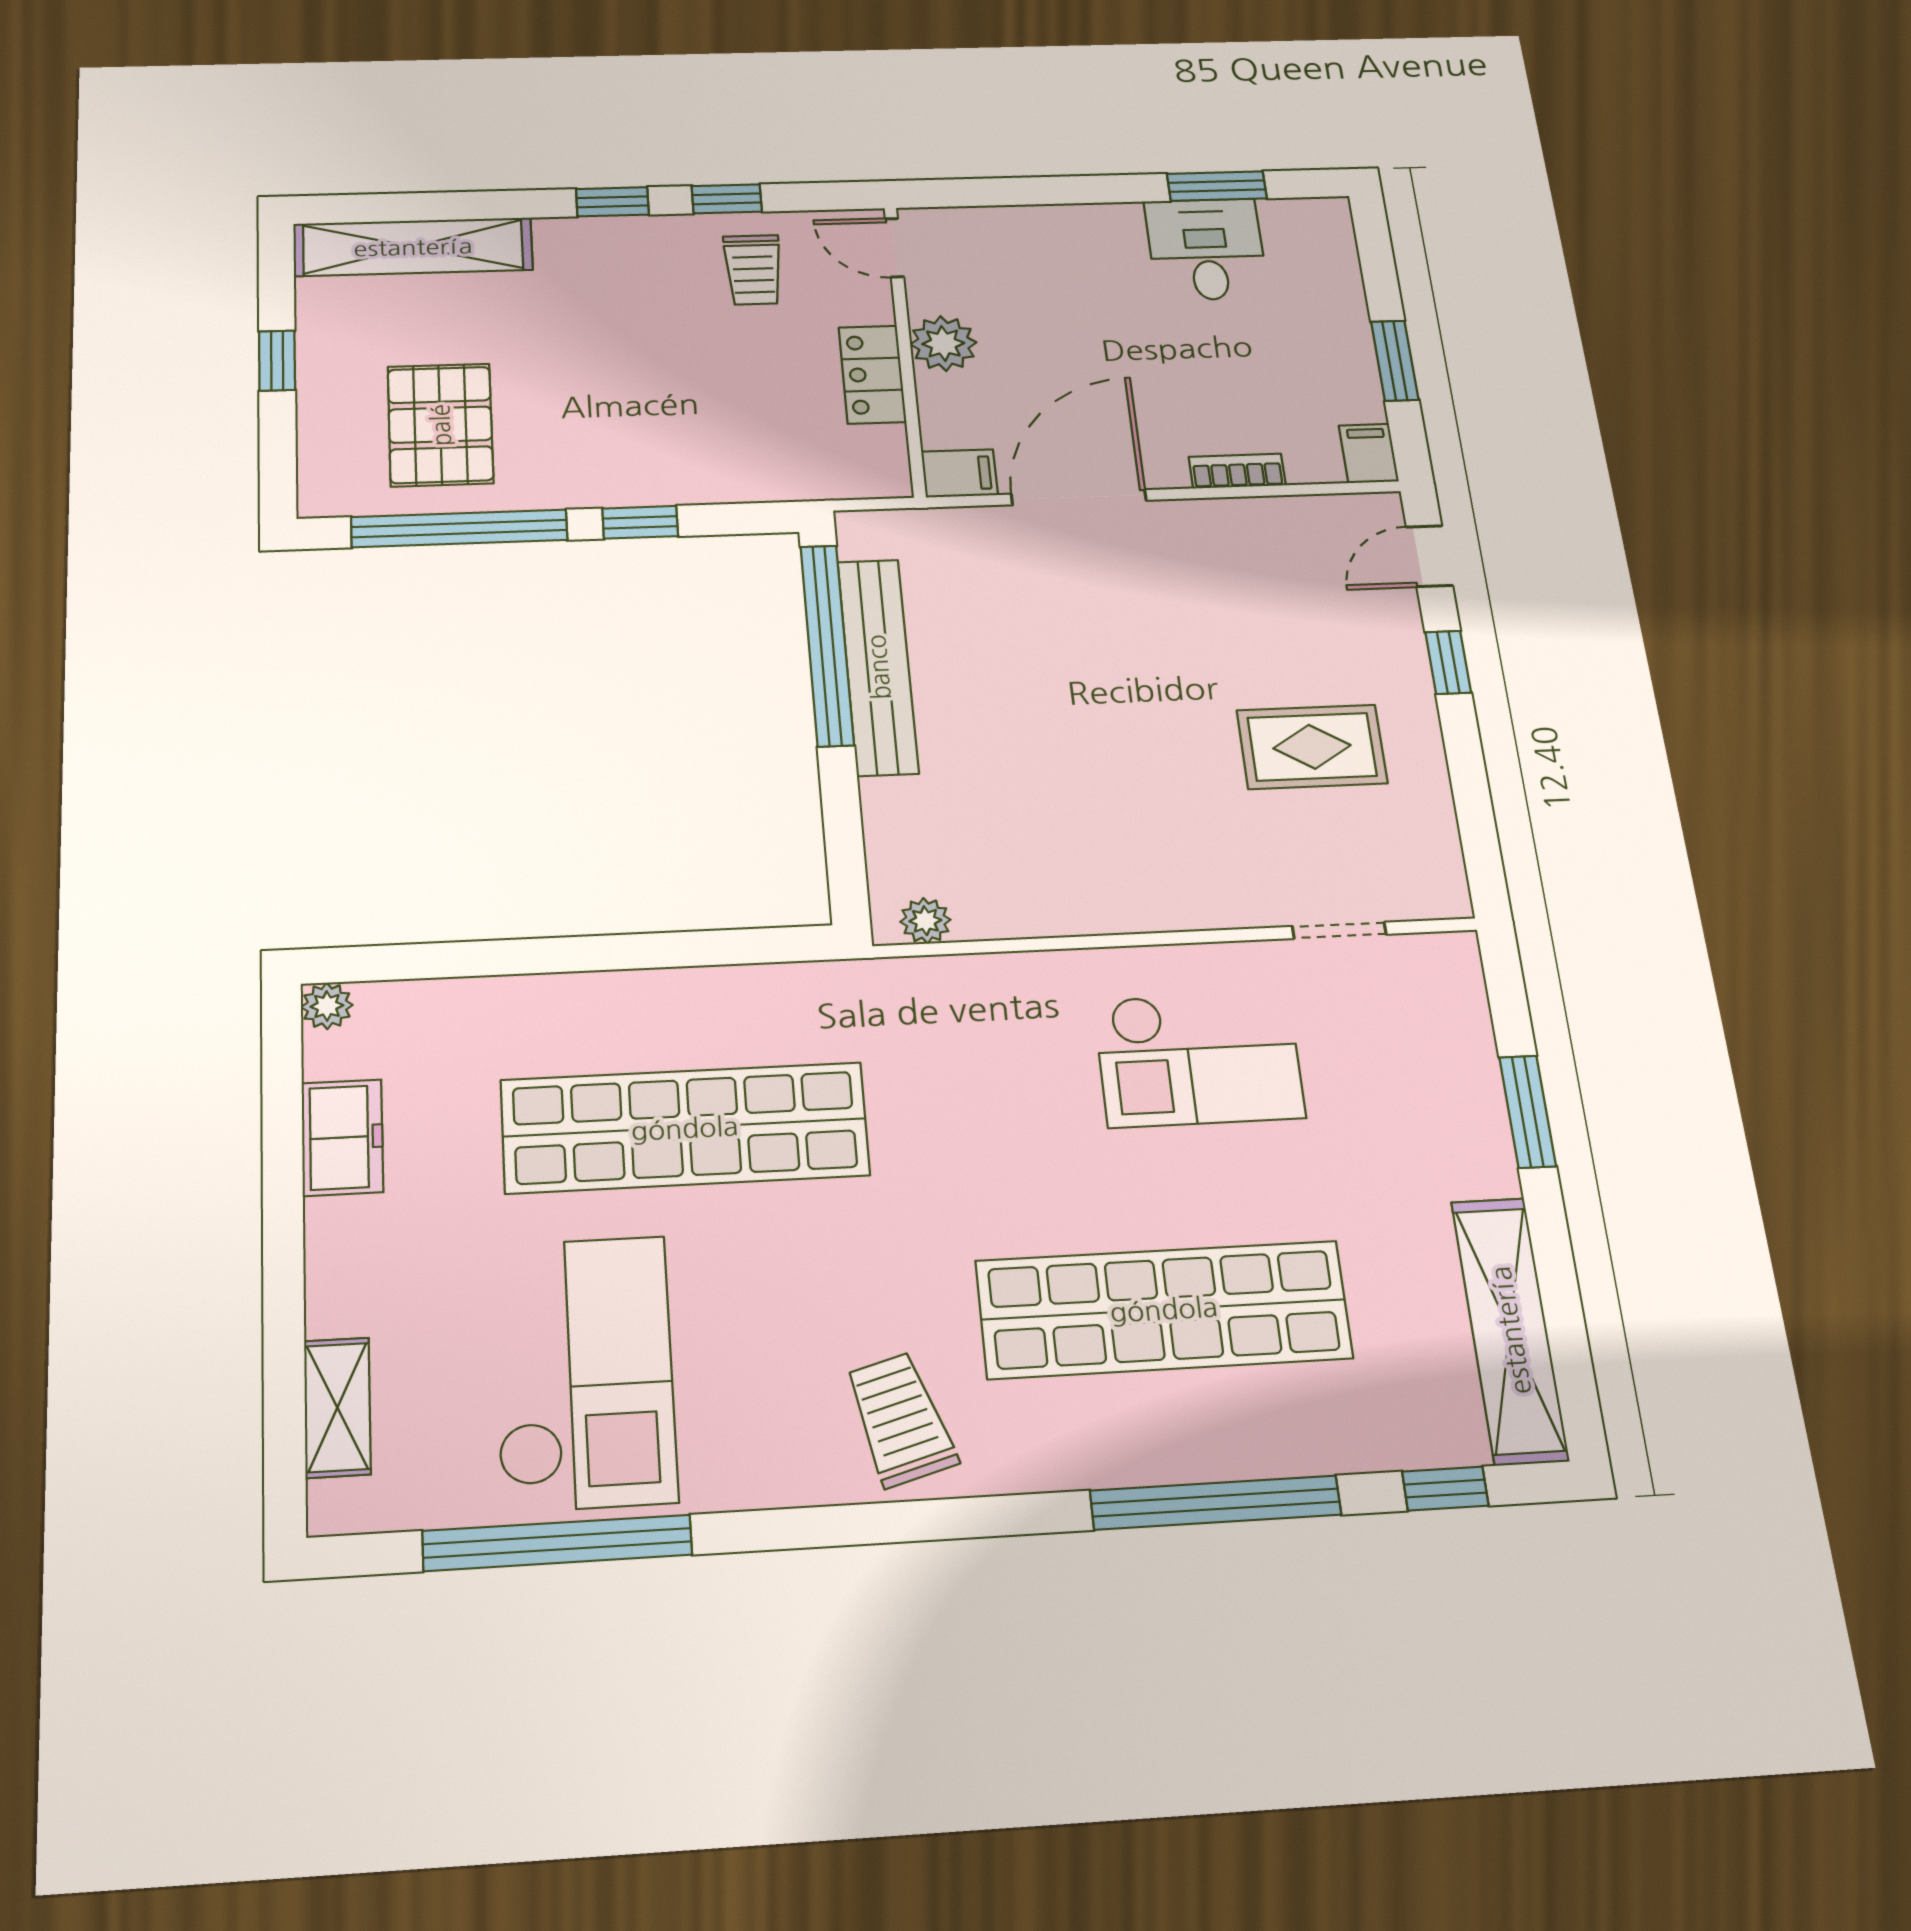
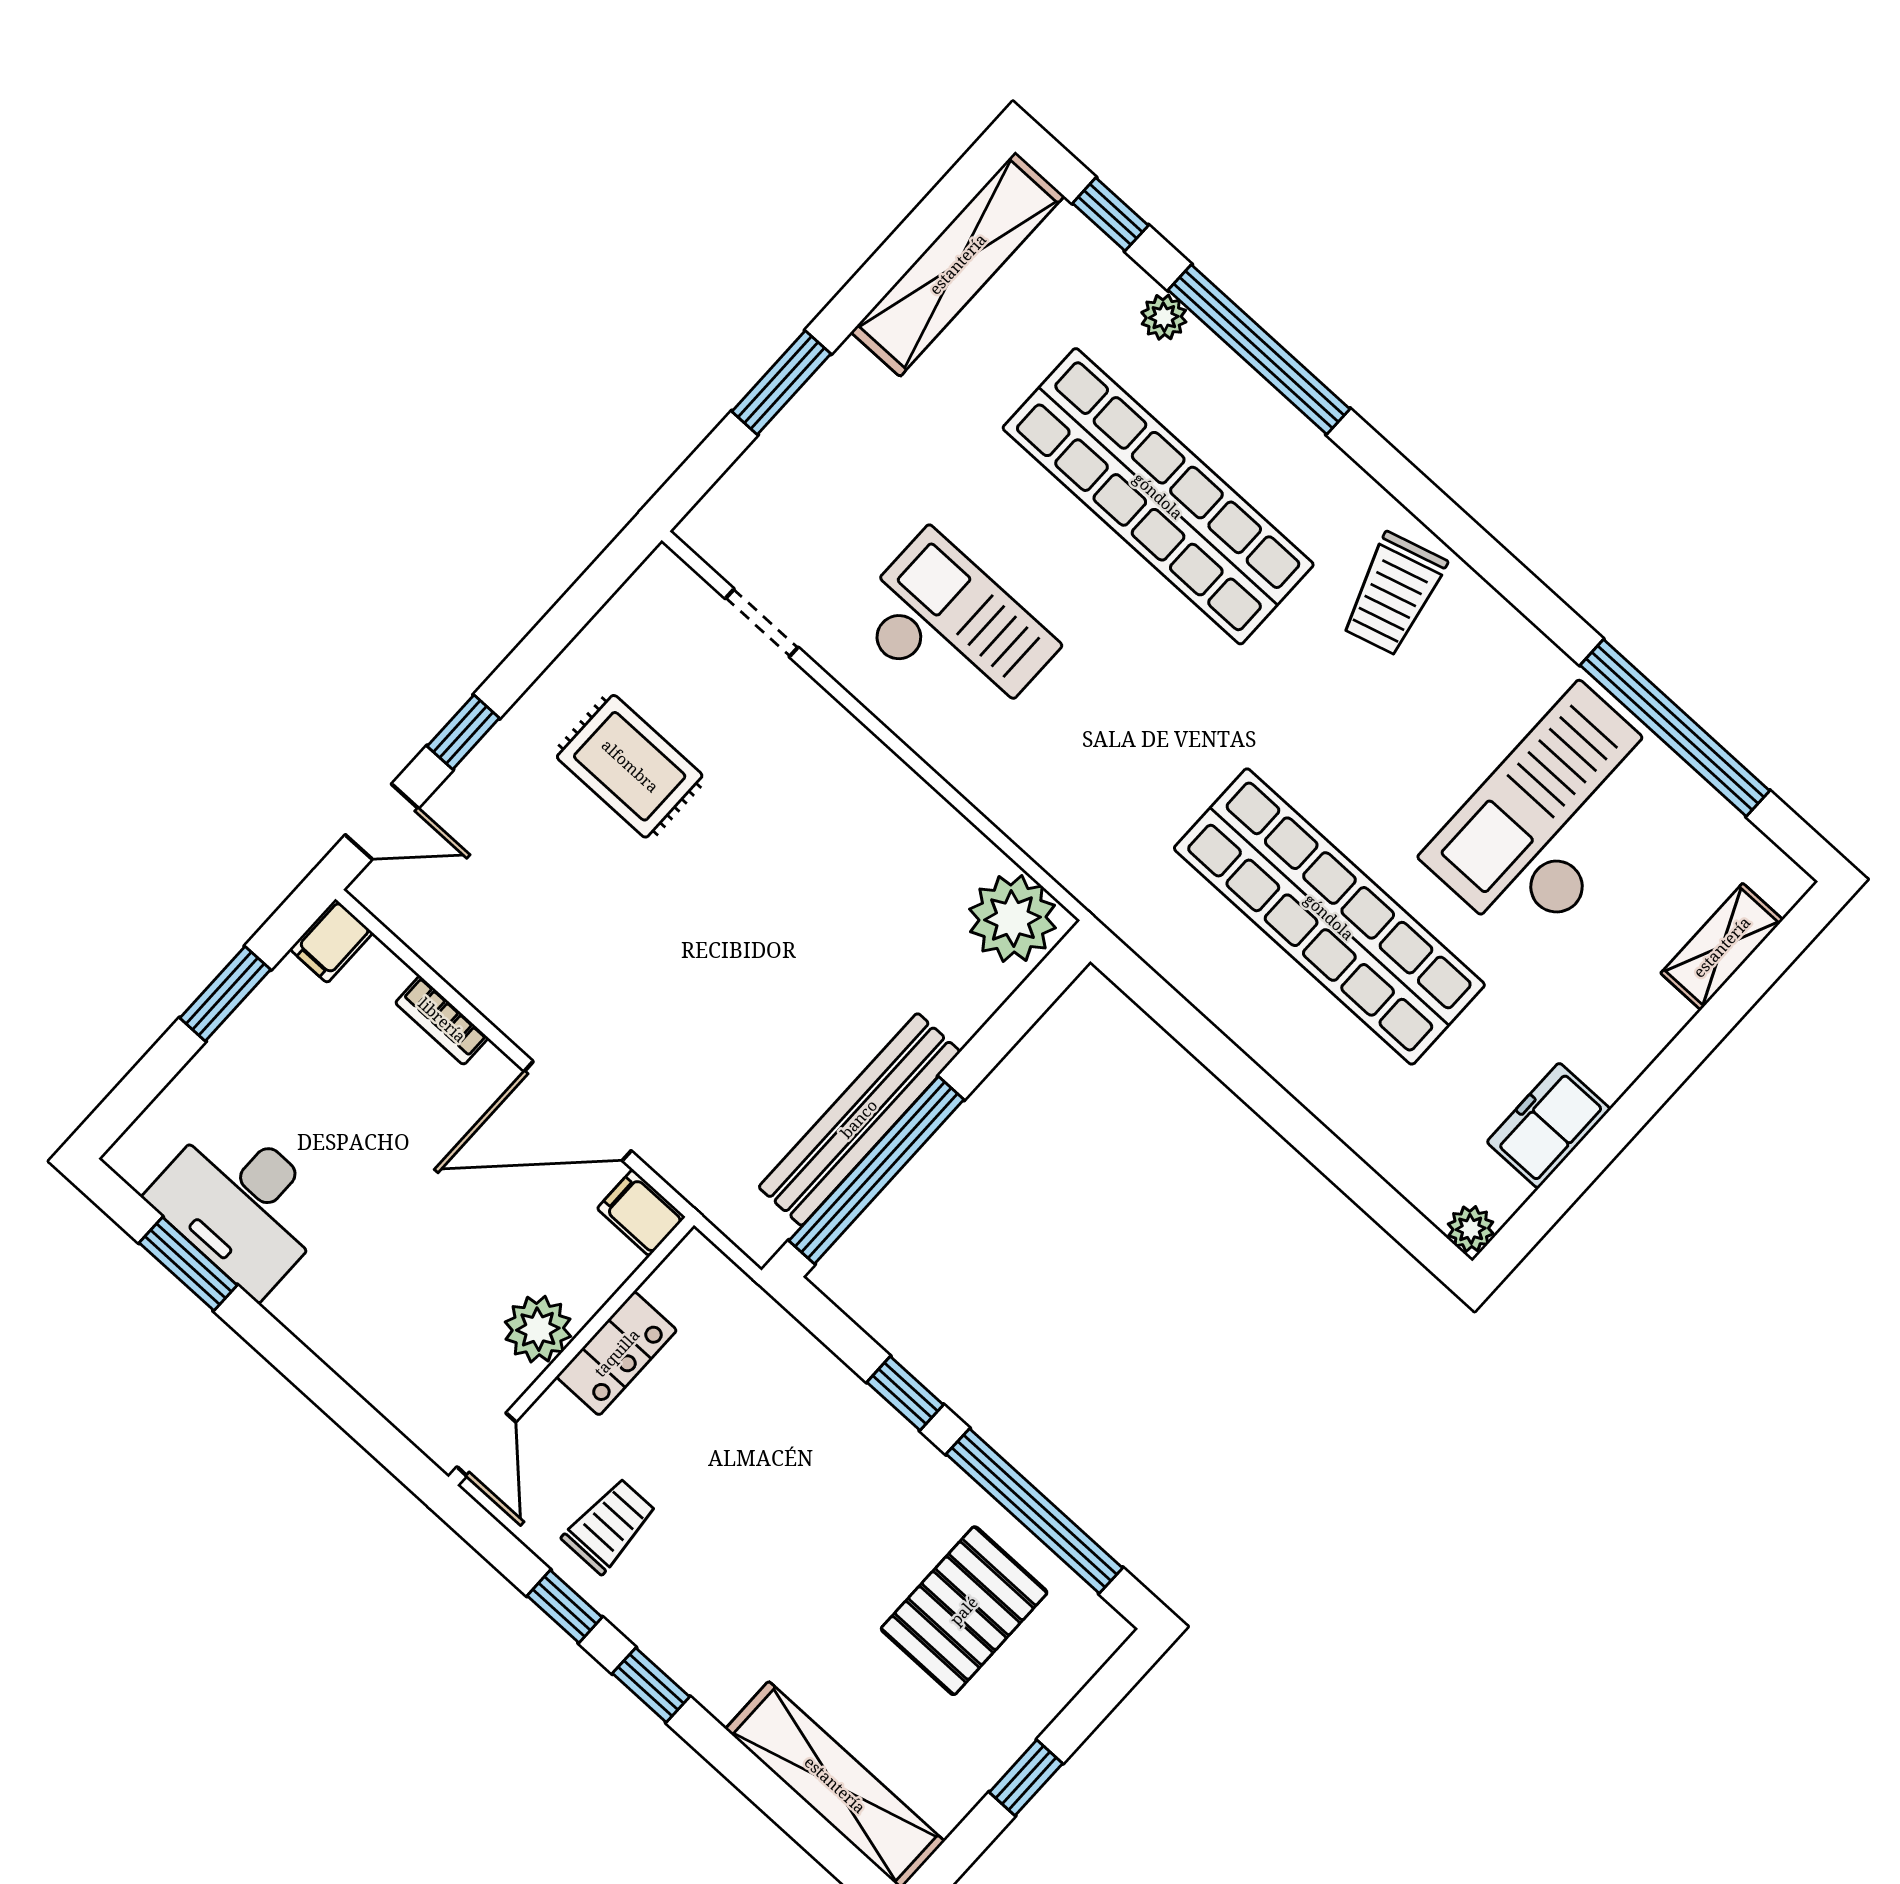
desk: (1206, 249) -> (242, 1204), width x1.37
plant: (925, 921) -> (1012, 919), width x1.88, depth x1.88
plant: (1315, 1451) -> (1164, 317), added

